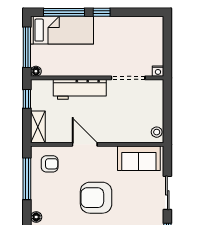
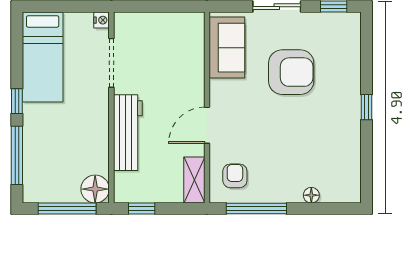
bed: (62, 30) -> (43, 57), moved, turned 180
floor lamp: (36, 71) -> (95, 189), width x1.89, depth x1.89
shelving: (38, 127) -> (194, 180), moved, turned 90
stool: (157, 132) -> (189, 22), removed
armchair: (96, 198) -> (291, 72), moved, turned -90

